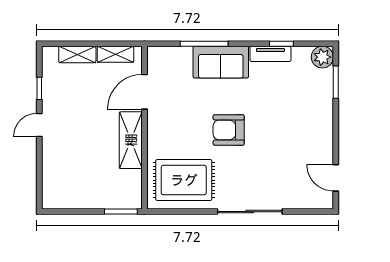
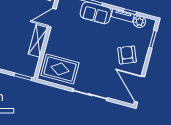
plant: (322, 57) -> (139, 22), moved
armchair: (229, 130) -> (127, 55), moved, turned 68
door: (336, 178) -> (139, 89), width x1.87

